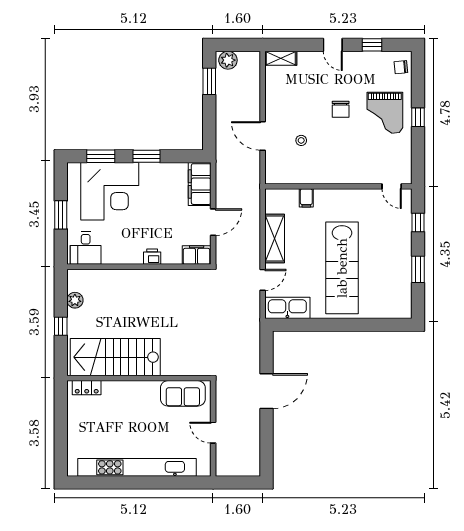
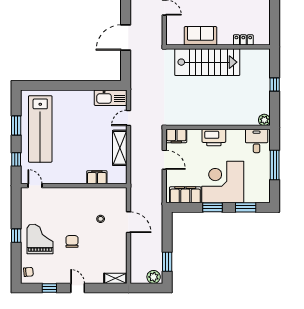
filing cabinet: (200, 184) -> (185, 195), moved, turned -90
corner desk: (110, 191) -> (223, 182), moved
filing cabinet: (306, 198) -> (97, 177), width x2.00
window: (61, 215) -> (275, 165), width x1.44
door: (213, 222) -> (164, 160), swing flipped
printer: (152, 257) -> (214, 137), width x1.87, depth x1.48
lab bench: (342, 268) -> (40, 129), moved, turned 180
plant: (75, 300) -> (264, 120), moved
stairs: (115, 357) -> (207, 62), moved
locker: (87, 388) -> (243, 40), moved
sofa: (183, 393) -> (201, 36), moved

